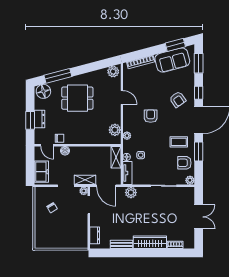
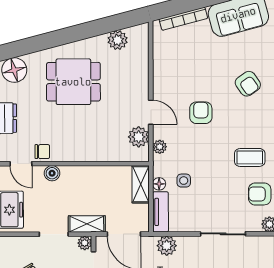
plant: (113, 72) -> (118, 40), moved
window: (58, 76) -> (39, 43), removed
door: (122, 97) -> (151, 112), moved

